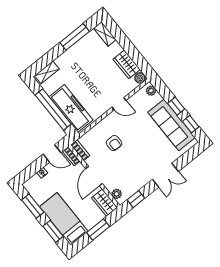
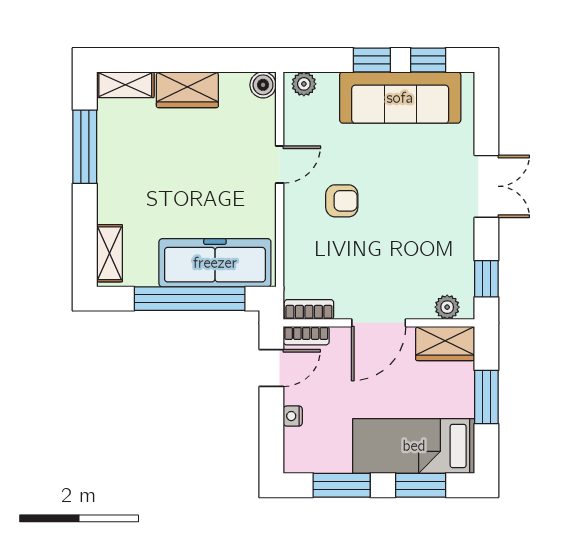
wardrobe: (127, 64) -> (187, 90), moved
armchair: (114, 143) -> (342, 201), moved
door: (94, 176) -> (379, 323), hinge flipped

